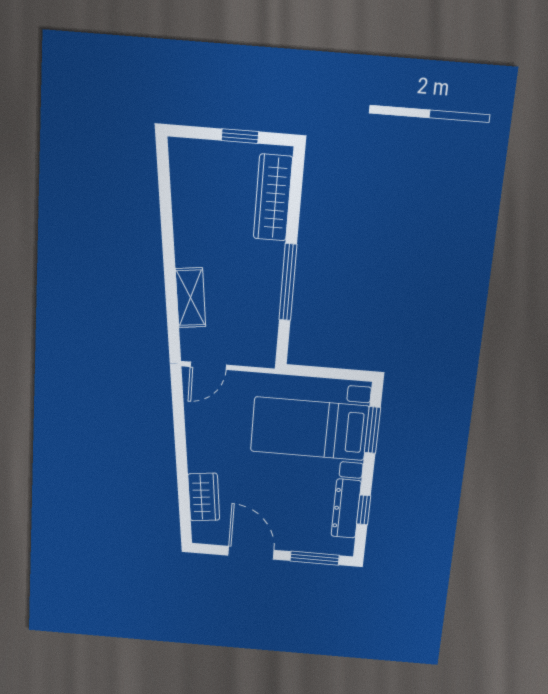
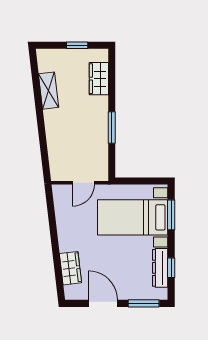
wardrobe: (273, 198) -> (99, 79), width x0.67
window: (288, 282) -> (112, 128), width x0.69
shelving: (191, 298) -> (49, 91), moved
door: (208, 366) -> (83, 183), moved

